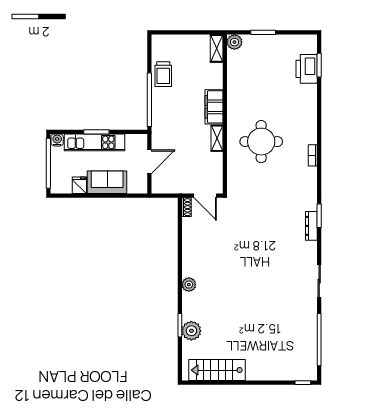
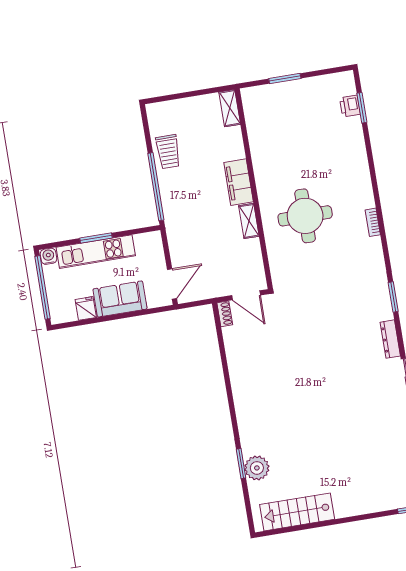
plant: (234, 42) -> (251, 96), removed
printer: (307, 69) -> (350, 106), width x0.53, depth x0.68
door: (149, 162) -> (172, 284), moved
dresser: (311, 226) -> (390, 339), moved
plant: (189, 285) -> (244, 410), removed

